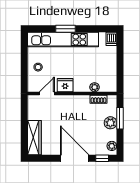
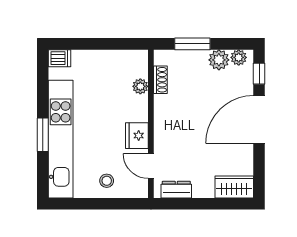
dresser: (33, 109) -> (176, 190), added
plant: (110, 123) -> (219, 60), moved
wardrobe: (34, 138) -> (234, 187), width x0.67

